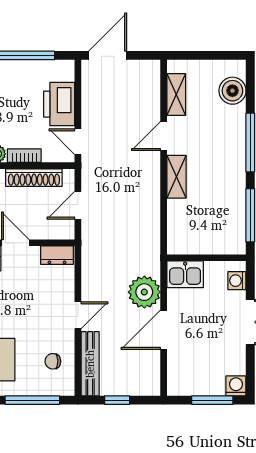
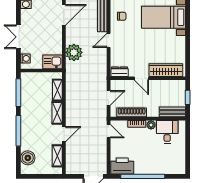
printer: (59, 104) -> (122, 166), moved, turned -90
shelving: (176, 220) -> (57, 90), added
door: (164, 330) -> (64, 15), moved

